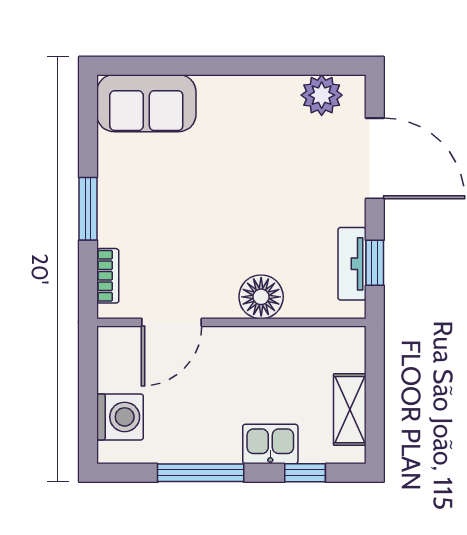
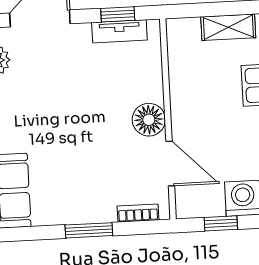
floor lamp: (261, 297) -> (149, 120), moved
window: (88, 386) -> (221, 223), added

